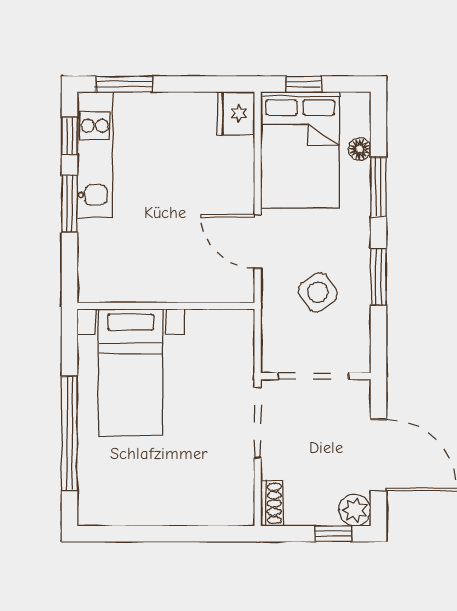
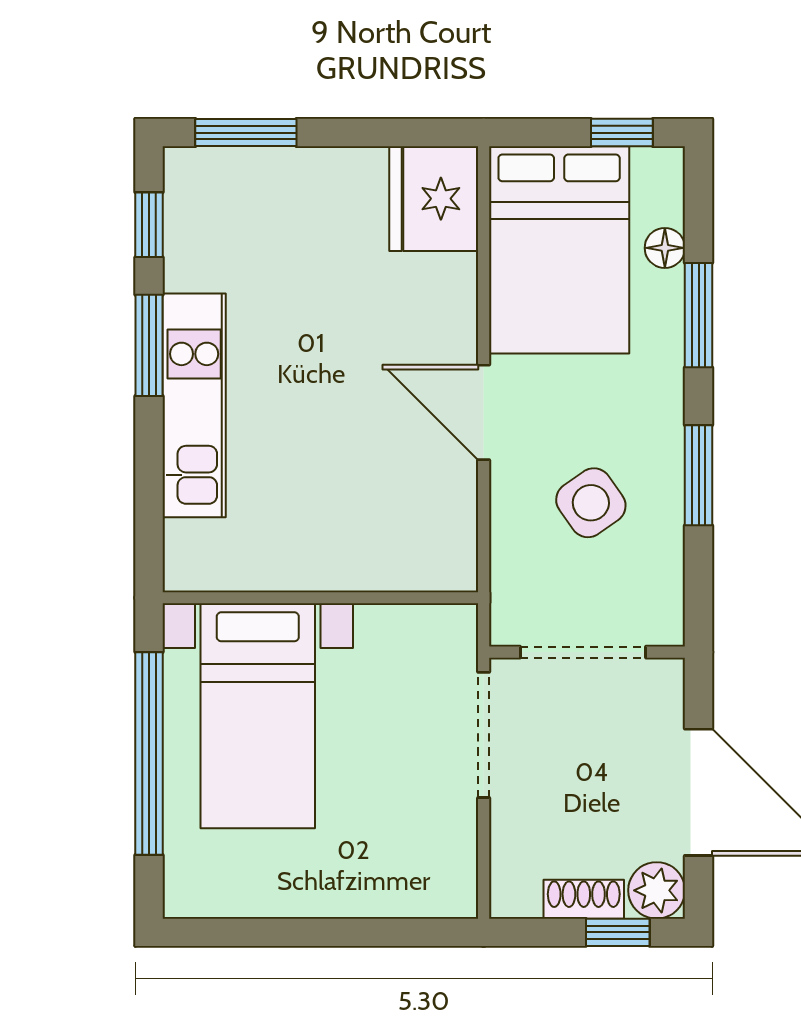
window: (304, 84) -> (622, 133), moved
fridge: (236, 113) -> (434, 199), width x1.36, depth x1.34
kitchen unit: (95, 155) -> (194, 405), moved
wall: (166, 306) -> (320, 598), moved
bed with nightstands: (131, 372) -> (258, 716), moved
shoe rack: (272, 503) -> (584, 899), moved, turned -90

